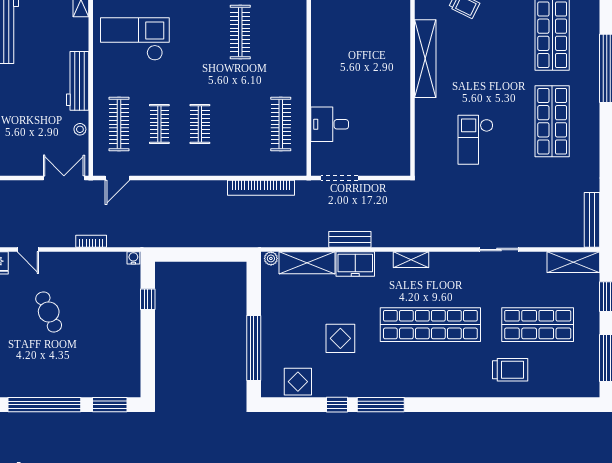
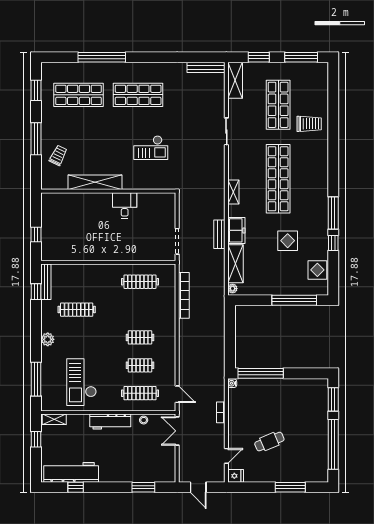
desk: (330, 124) -> (125, 205), moved, turned 180
window: (148, 299) -> (261, 373), width x3.17
trolley: (510, 370) -> (309, 124), turned 90

